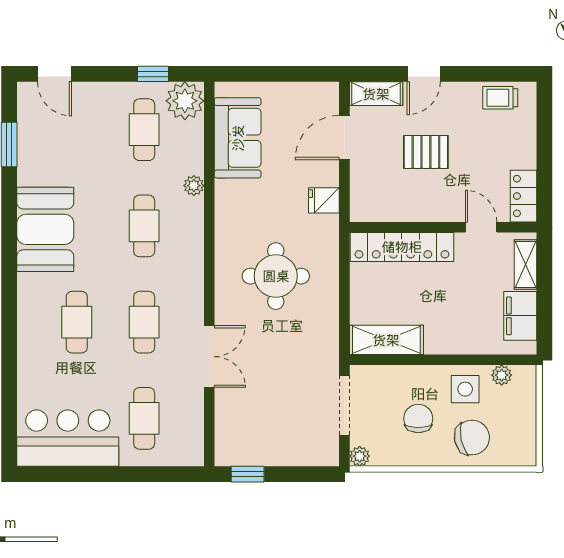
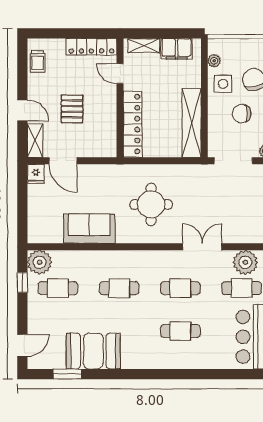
sofa: (238, 138) -> (89, 229), moved
plant: (194, 186) -> (245, 262), moved, width x1.87, depth x1.87
locker: (524, 196) -> (91, 47), width x1.53
fridge: (324, 200) -> (36, 174), moved
door: (481, 227) -> (120, 74), hinge flipped
booth: (45, 229) -> (93, 351), moved
shelving: (386, 340) -> (192, 123), width x1.47

